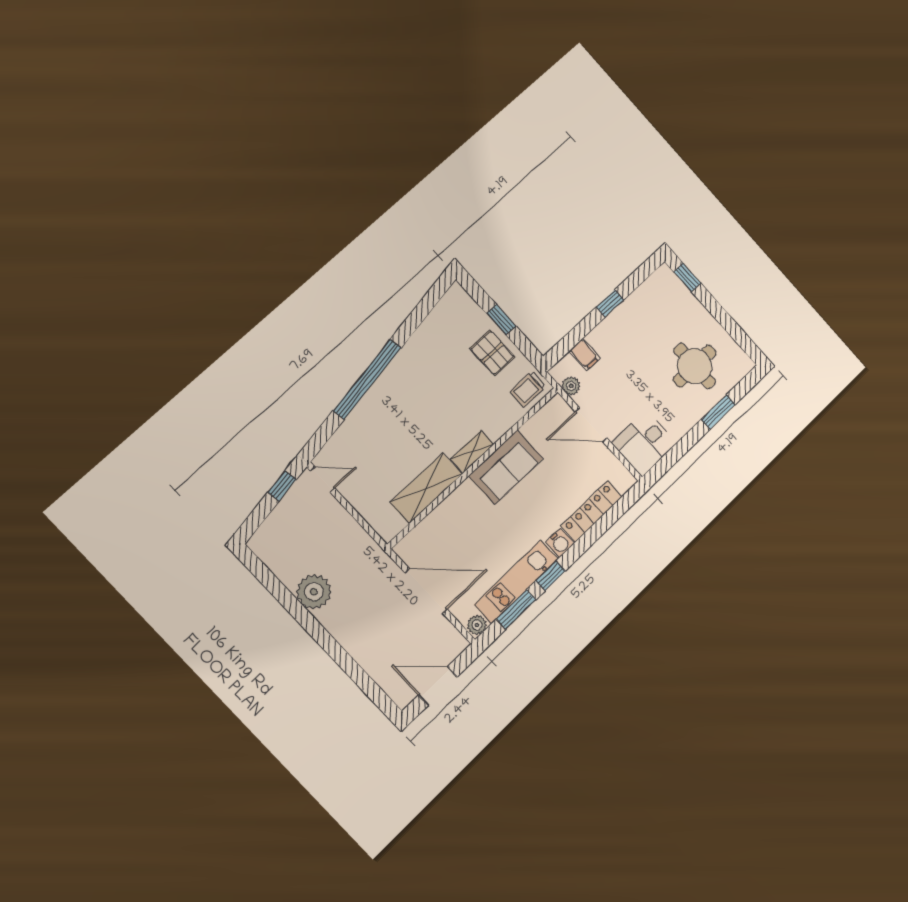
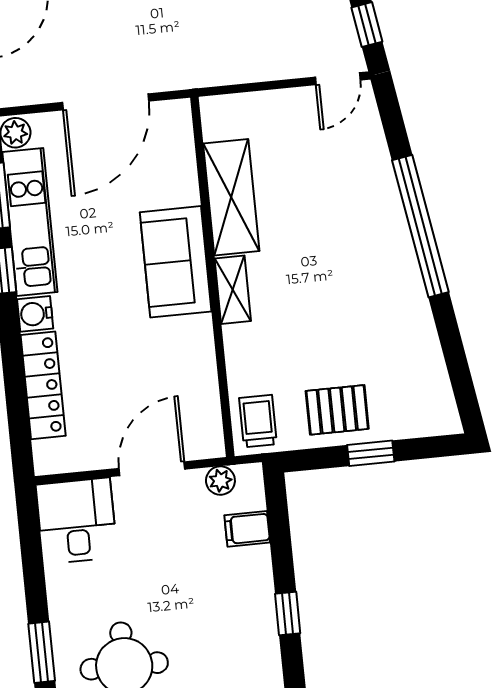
sofa: (506, 467) -> (176, 262), moved

